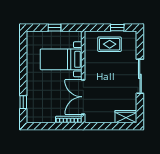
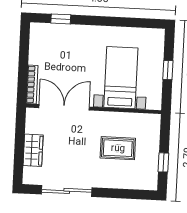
rug: (110, 44) -> (118, 148), moved, turned 90
sliding door: (140, 76) -> (67, 191), moved
wardrobe: (126, 117) -> (33, 150), moved

